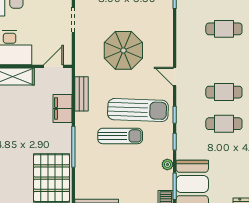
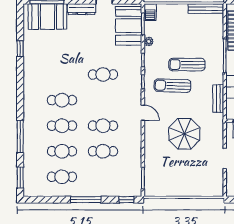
cafe table: (224, 92) -> (103, 126), moved
sun lounger: (138, 110) -> (173, 86), width x0.73, depth x0.75

